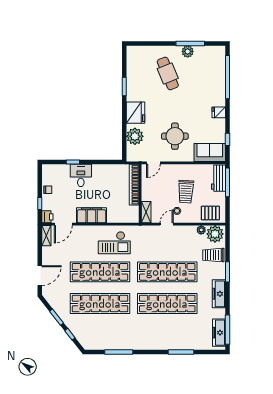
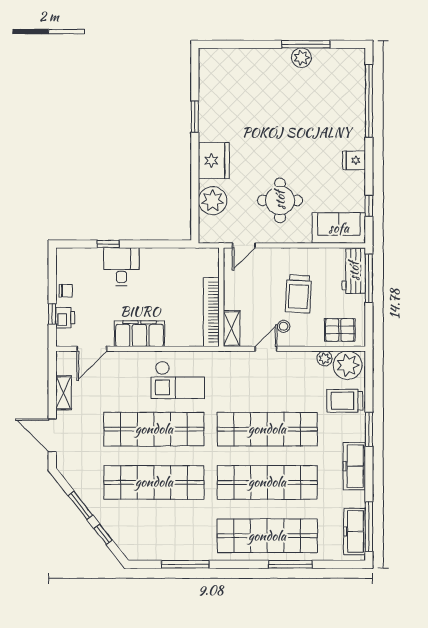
cafe table: (168, 73) -> (268, 95), removed
bookcase: (134, 185) -> (211, 312), moved
printer: (47, 217) -> (65, 318), moved
shelving: (46, 236) -> (63, 393), moved
door: (40, 276) -> (52, 435), swing flipped
shop shelf: (167, 335) -> (267, 536), added

